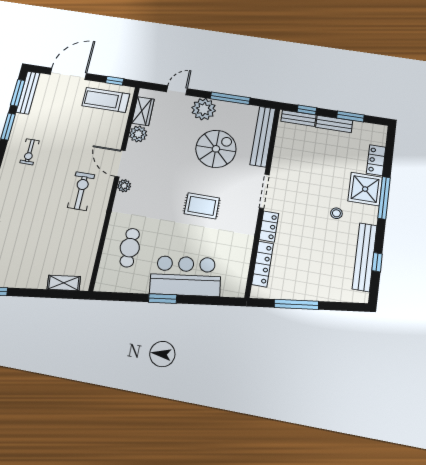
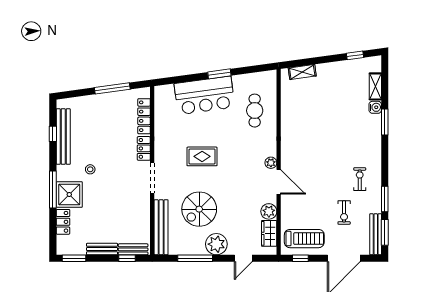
window: (350, 116) -> (74, 258), moved
exercise bike: (81, 191) -> (344, 213), moved, width x0.73, depth x0.72

